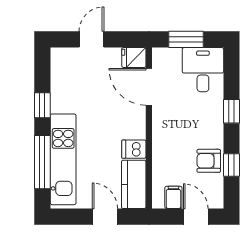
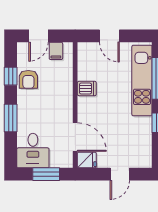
window: (231, 111) -> (11, 118), width x1.50
armchair: (209, 161) -> (28, 79), turned 90
kitchen counter: (134, 184) -> (87, 61), removed
door: (196, 217) -> (39, 36), hinge flipped

